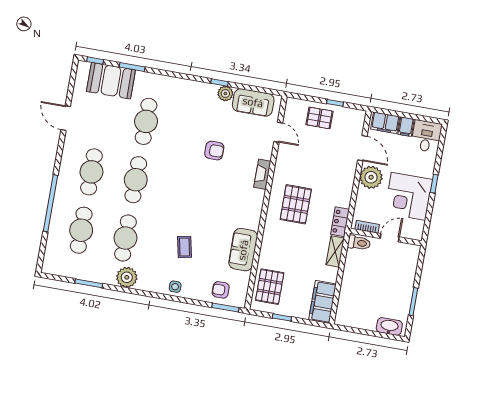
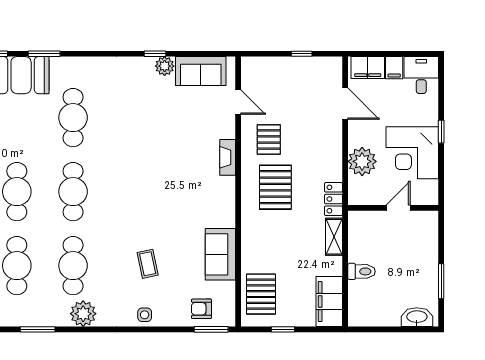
pallet: (320, 118) -> (269, 140), moved, turned 90
armchair: (214, 151) -> (163, 139), removed
plant: (371, 177) -> (362, 161), moved
bookcase: (367, 227) -> (368, 199), removed
toilet: (359, 243) -> (361, 271), moved

